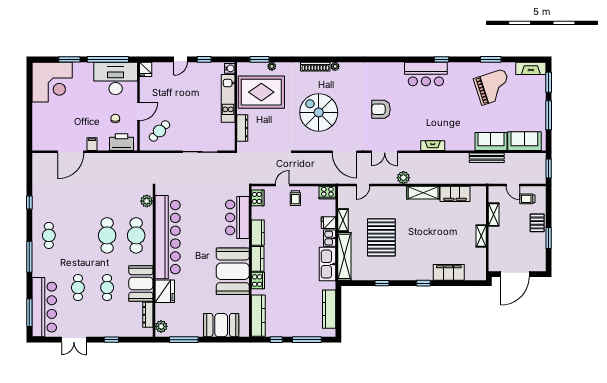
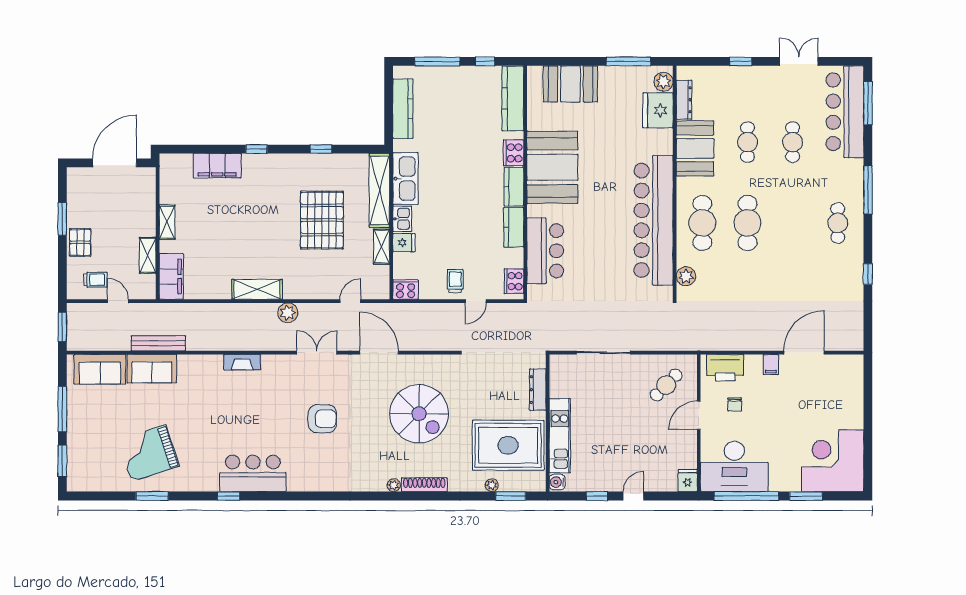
fireplace: (531, 68) -> (90, 482), removed
filing cabinet: (455, 194) -> (171, 276), moved, turned 90
fridge: (165, 291) -> (658, 110), moved

